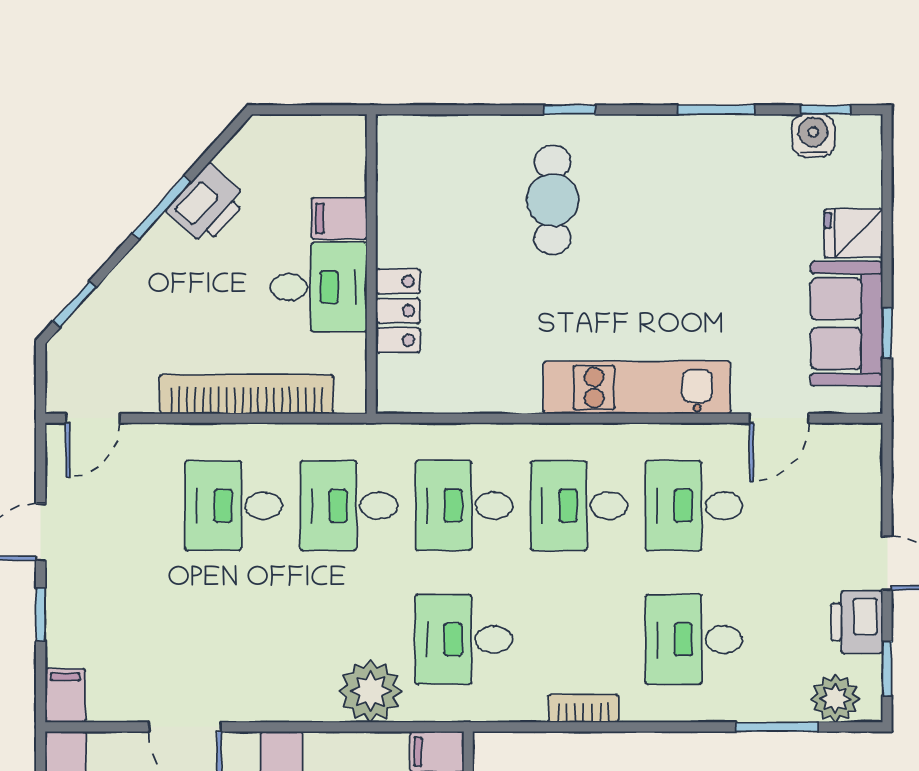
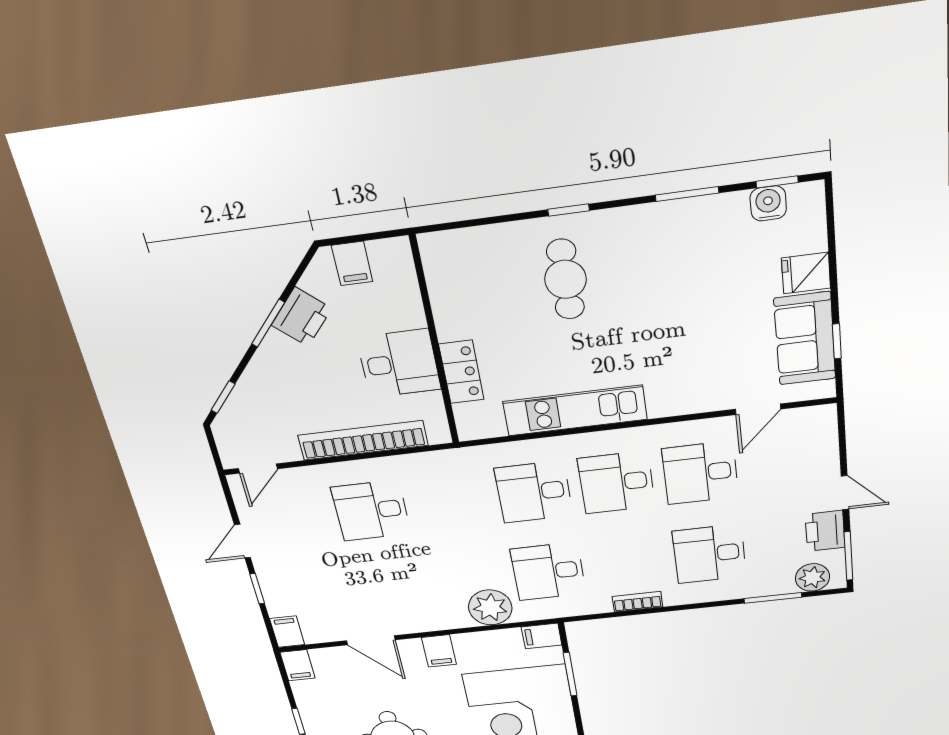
filing cabinet: (339, 218) -> (352, 264), moved, turned -90
kitchen unit: (637, 388) -> (575, 410), moved
desk: (349, 506) -> (452, 501), removed
window: (887, 668) -> (848, 556), width x1.50

